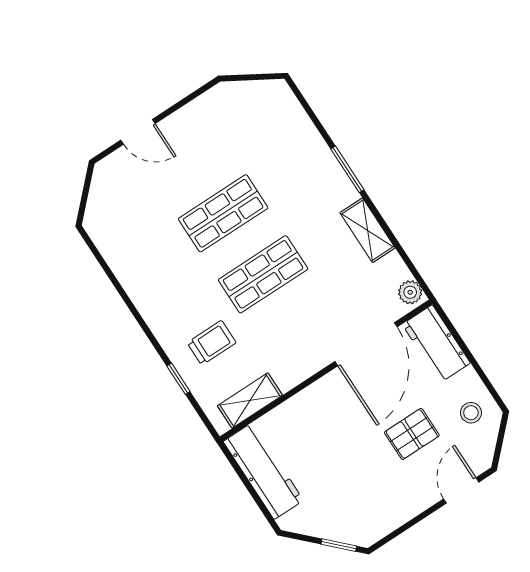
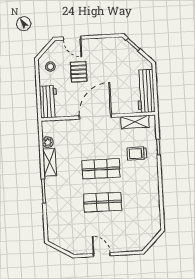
door: (138, 132) -> (102, 255), moved
plant: (410, 292) -> (48, 142), moved
door: (366, 344) -> (95, 117), moved
pallet: (412, 434) -> (79, 72), turned 90
door: (461, 490) -> (72, 38), hinge flipped

